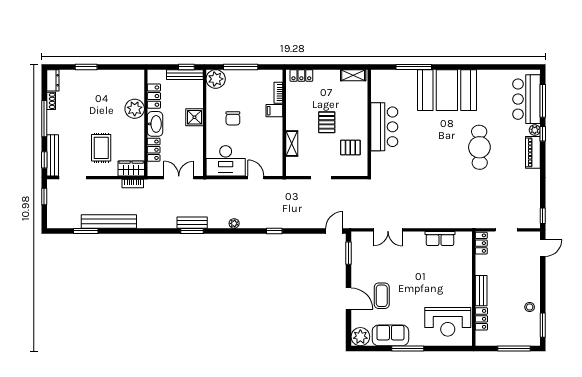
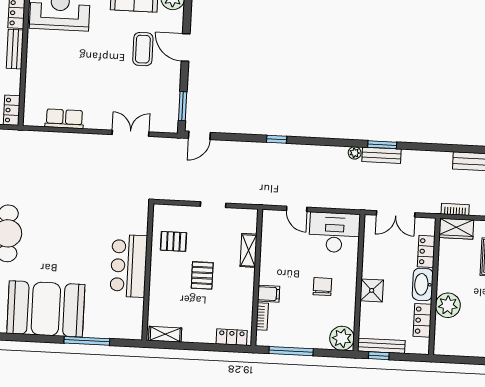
window: (241, 67) -> (291, 351), moved
plant: (234, 223) -> (355, 153), moved

